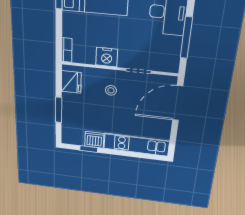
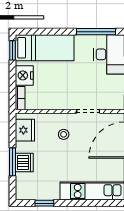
nightstand: (107, 57) -> (24, 75), moved, turned 90
dishwasher: (94, 140) -> (24, 163), moved, turned 90

